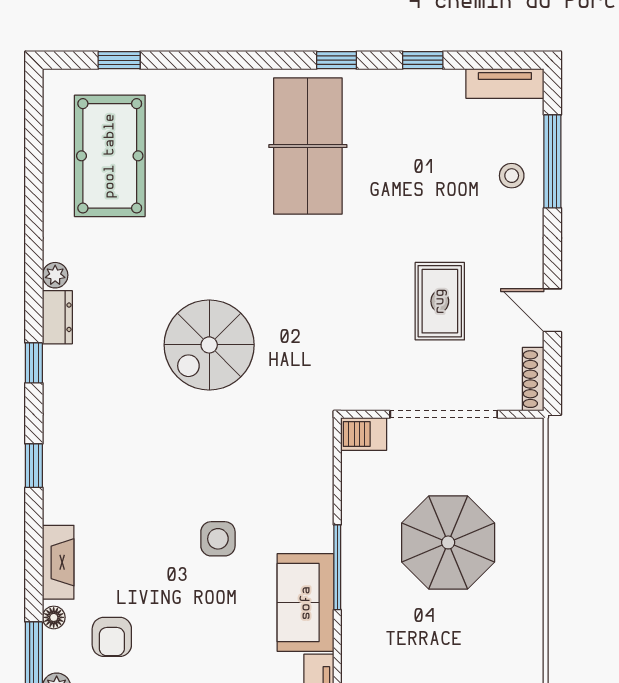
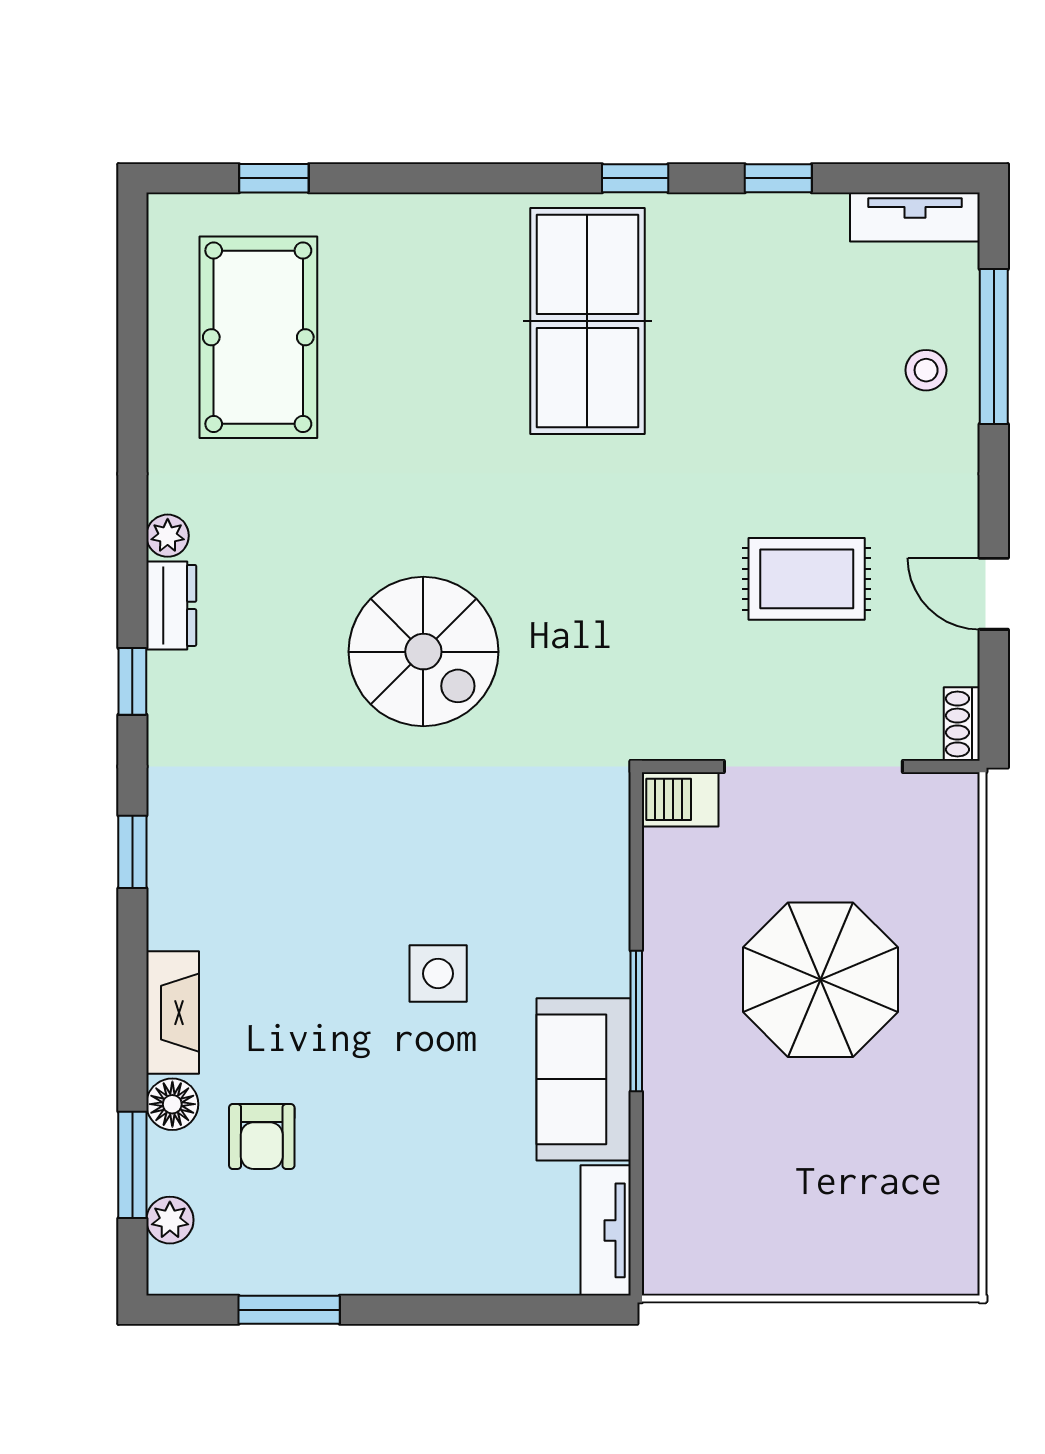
rug: (440, 301) -> (807, 579), turned 90
spiral stairs: (209, 345) -> (423, 652), turned -90
shoe rack: (533, 379) -> (962, 724), width x0.70
floor lamp: (54, 617) -> (172, 1104), width x1.37, depth x1.37

